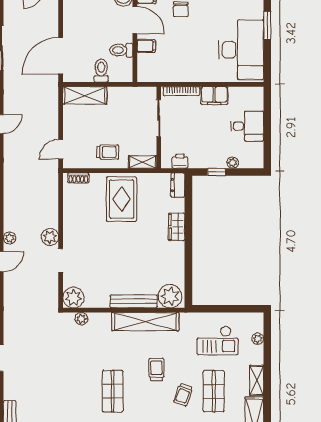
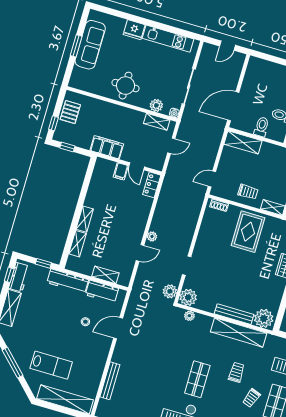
plant: (50, 237) -> (170, 291), moved

